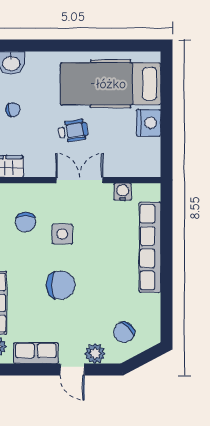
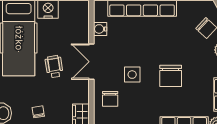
chair: (26, 222) -> (110, 99), moved, turned 90
chair: (60, 285) -> (171, 76), turned 180

